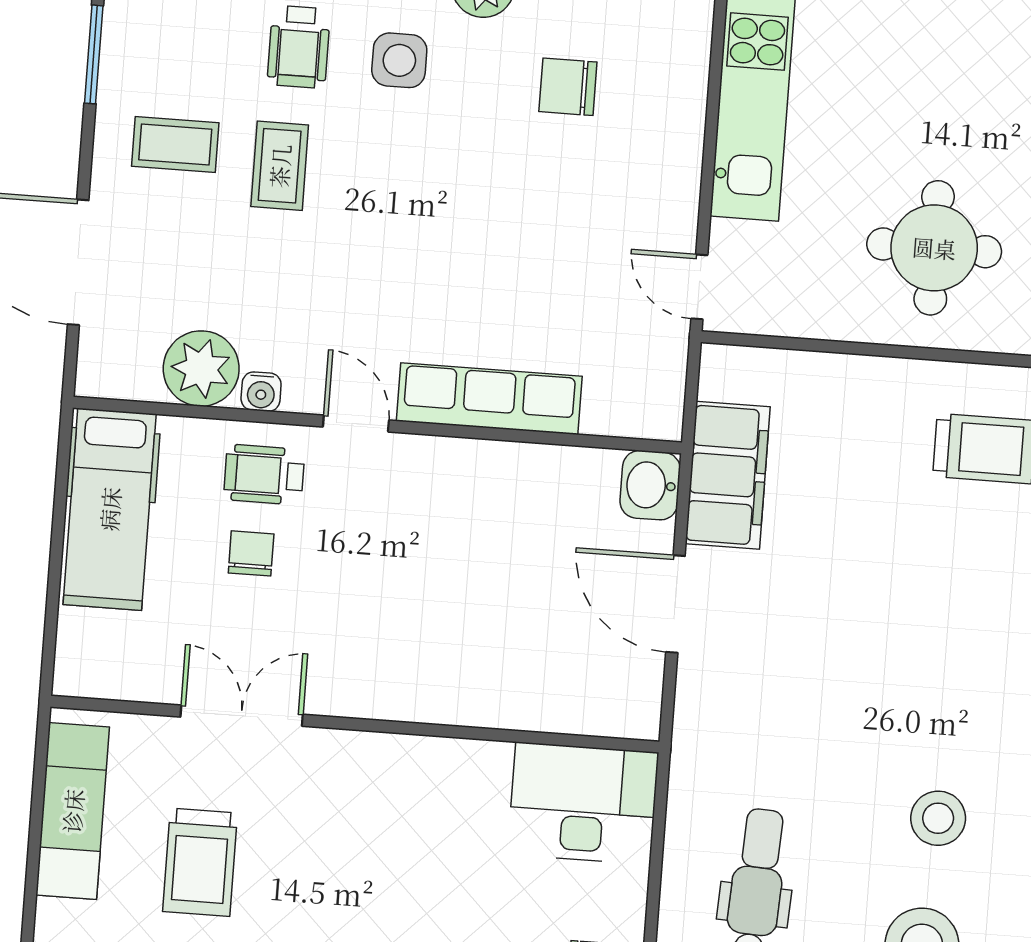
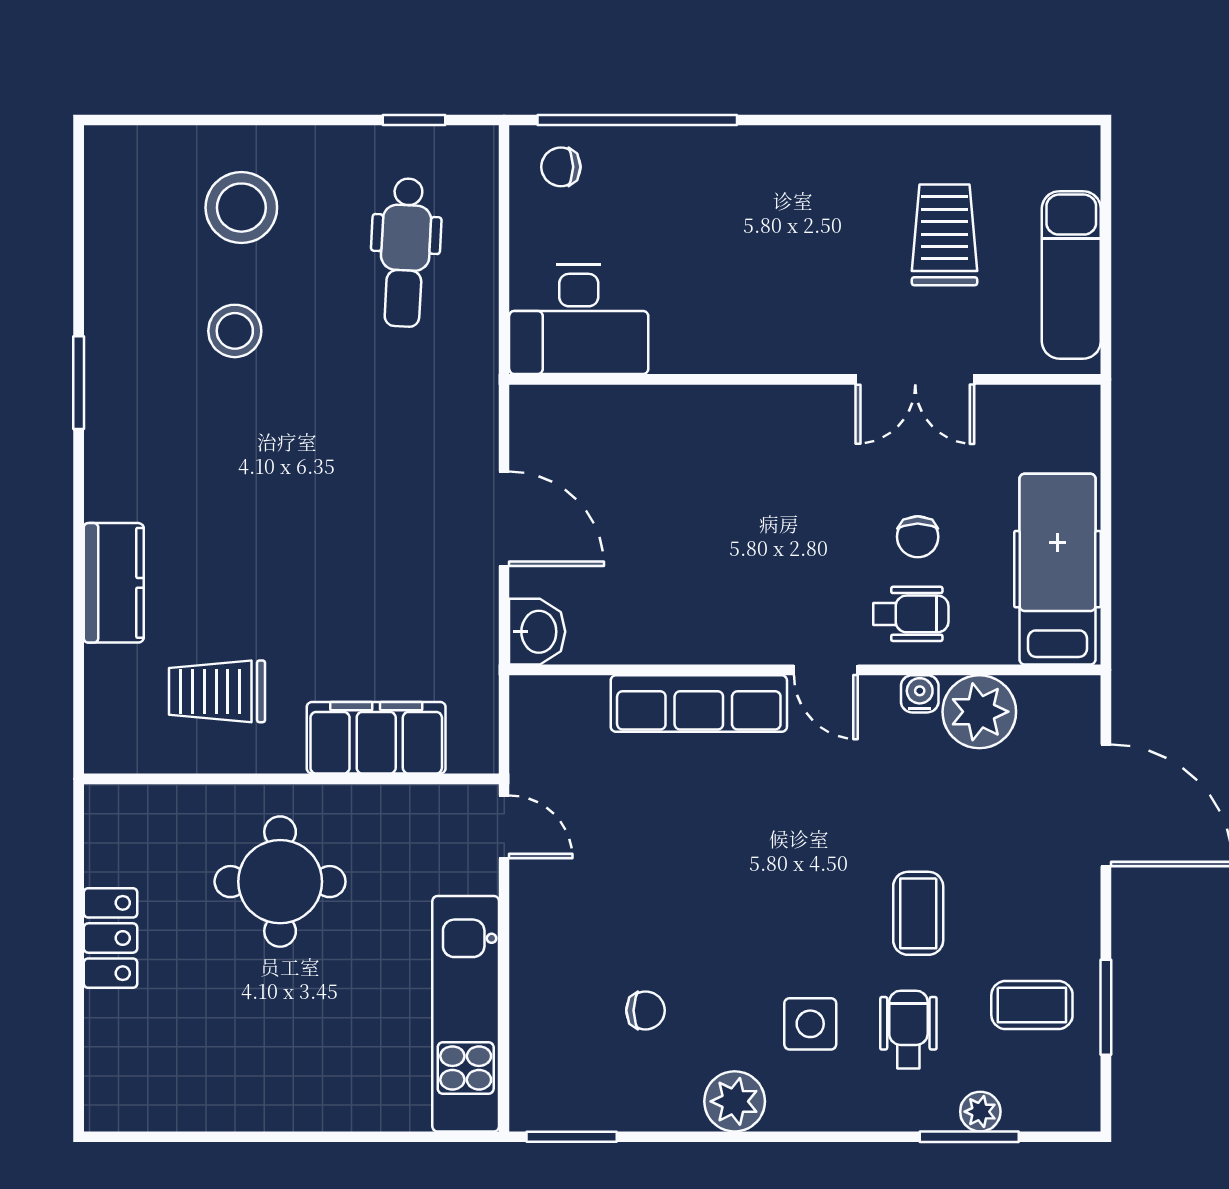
chair: (568, 87) -> (646, 1010), width x0.73, depth x0.73
coffee table: (175, 145) -> (1032, 1005), moved
filing cabinet: (728, 475) -> (376, 738), moved, turned 90

